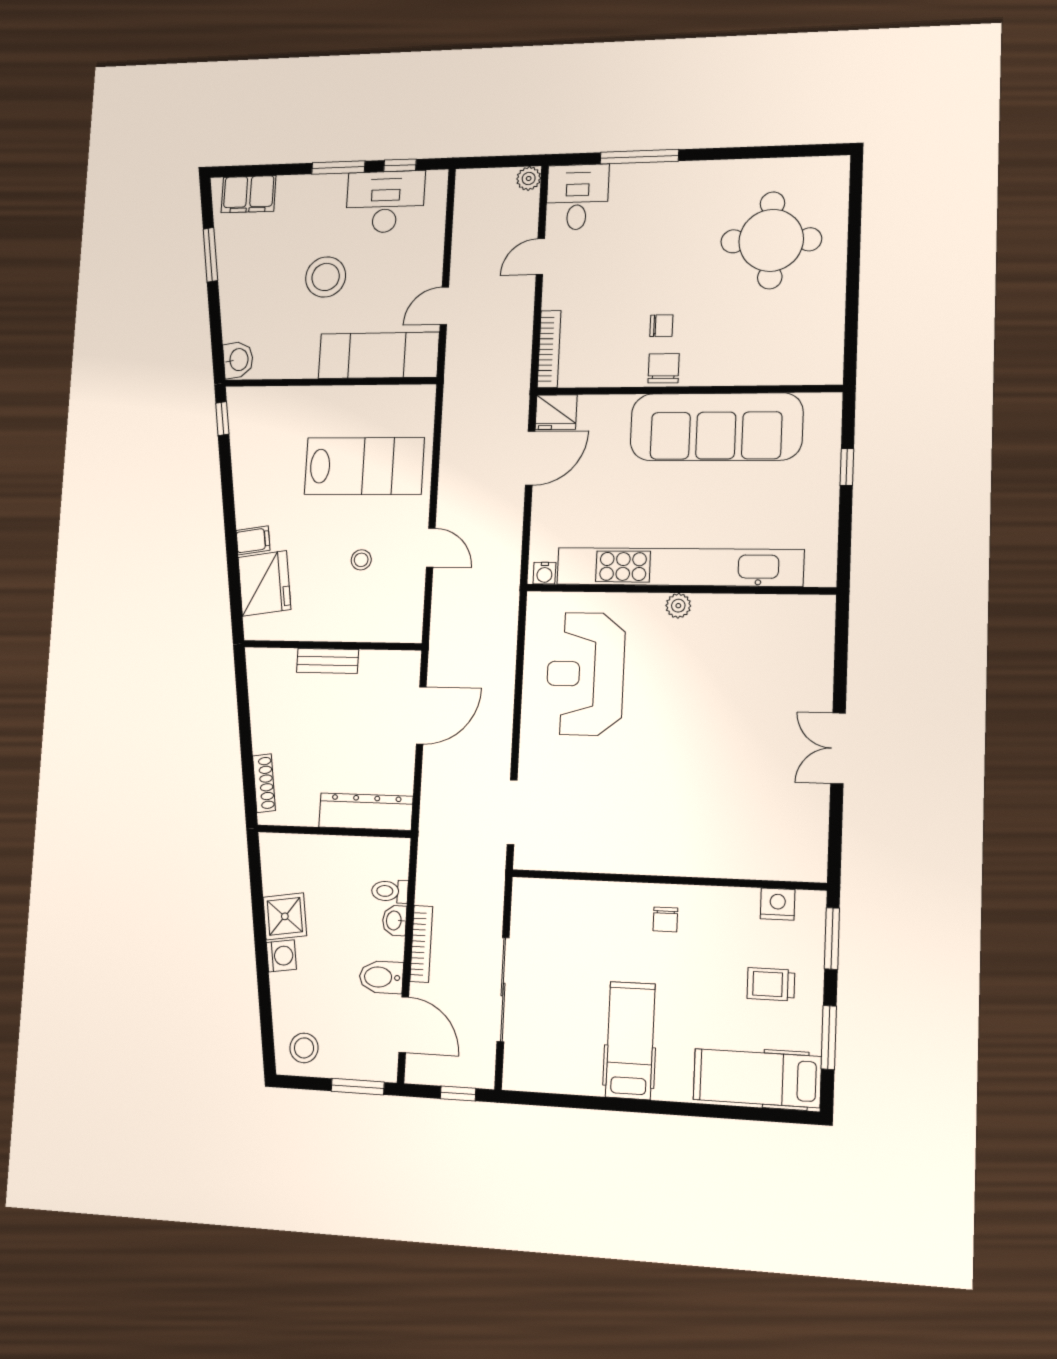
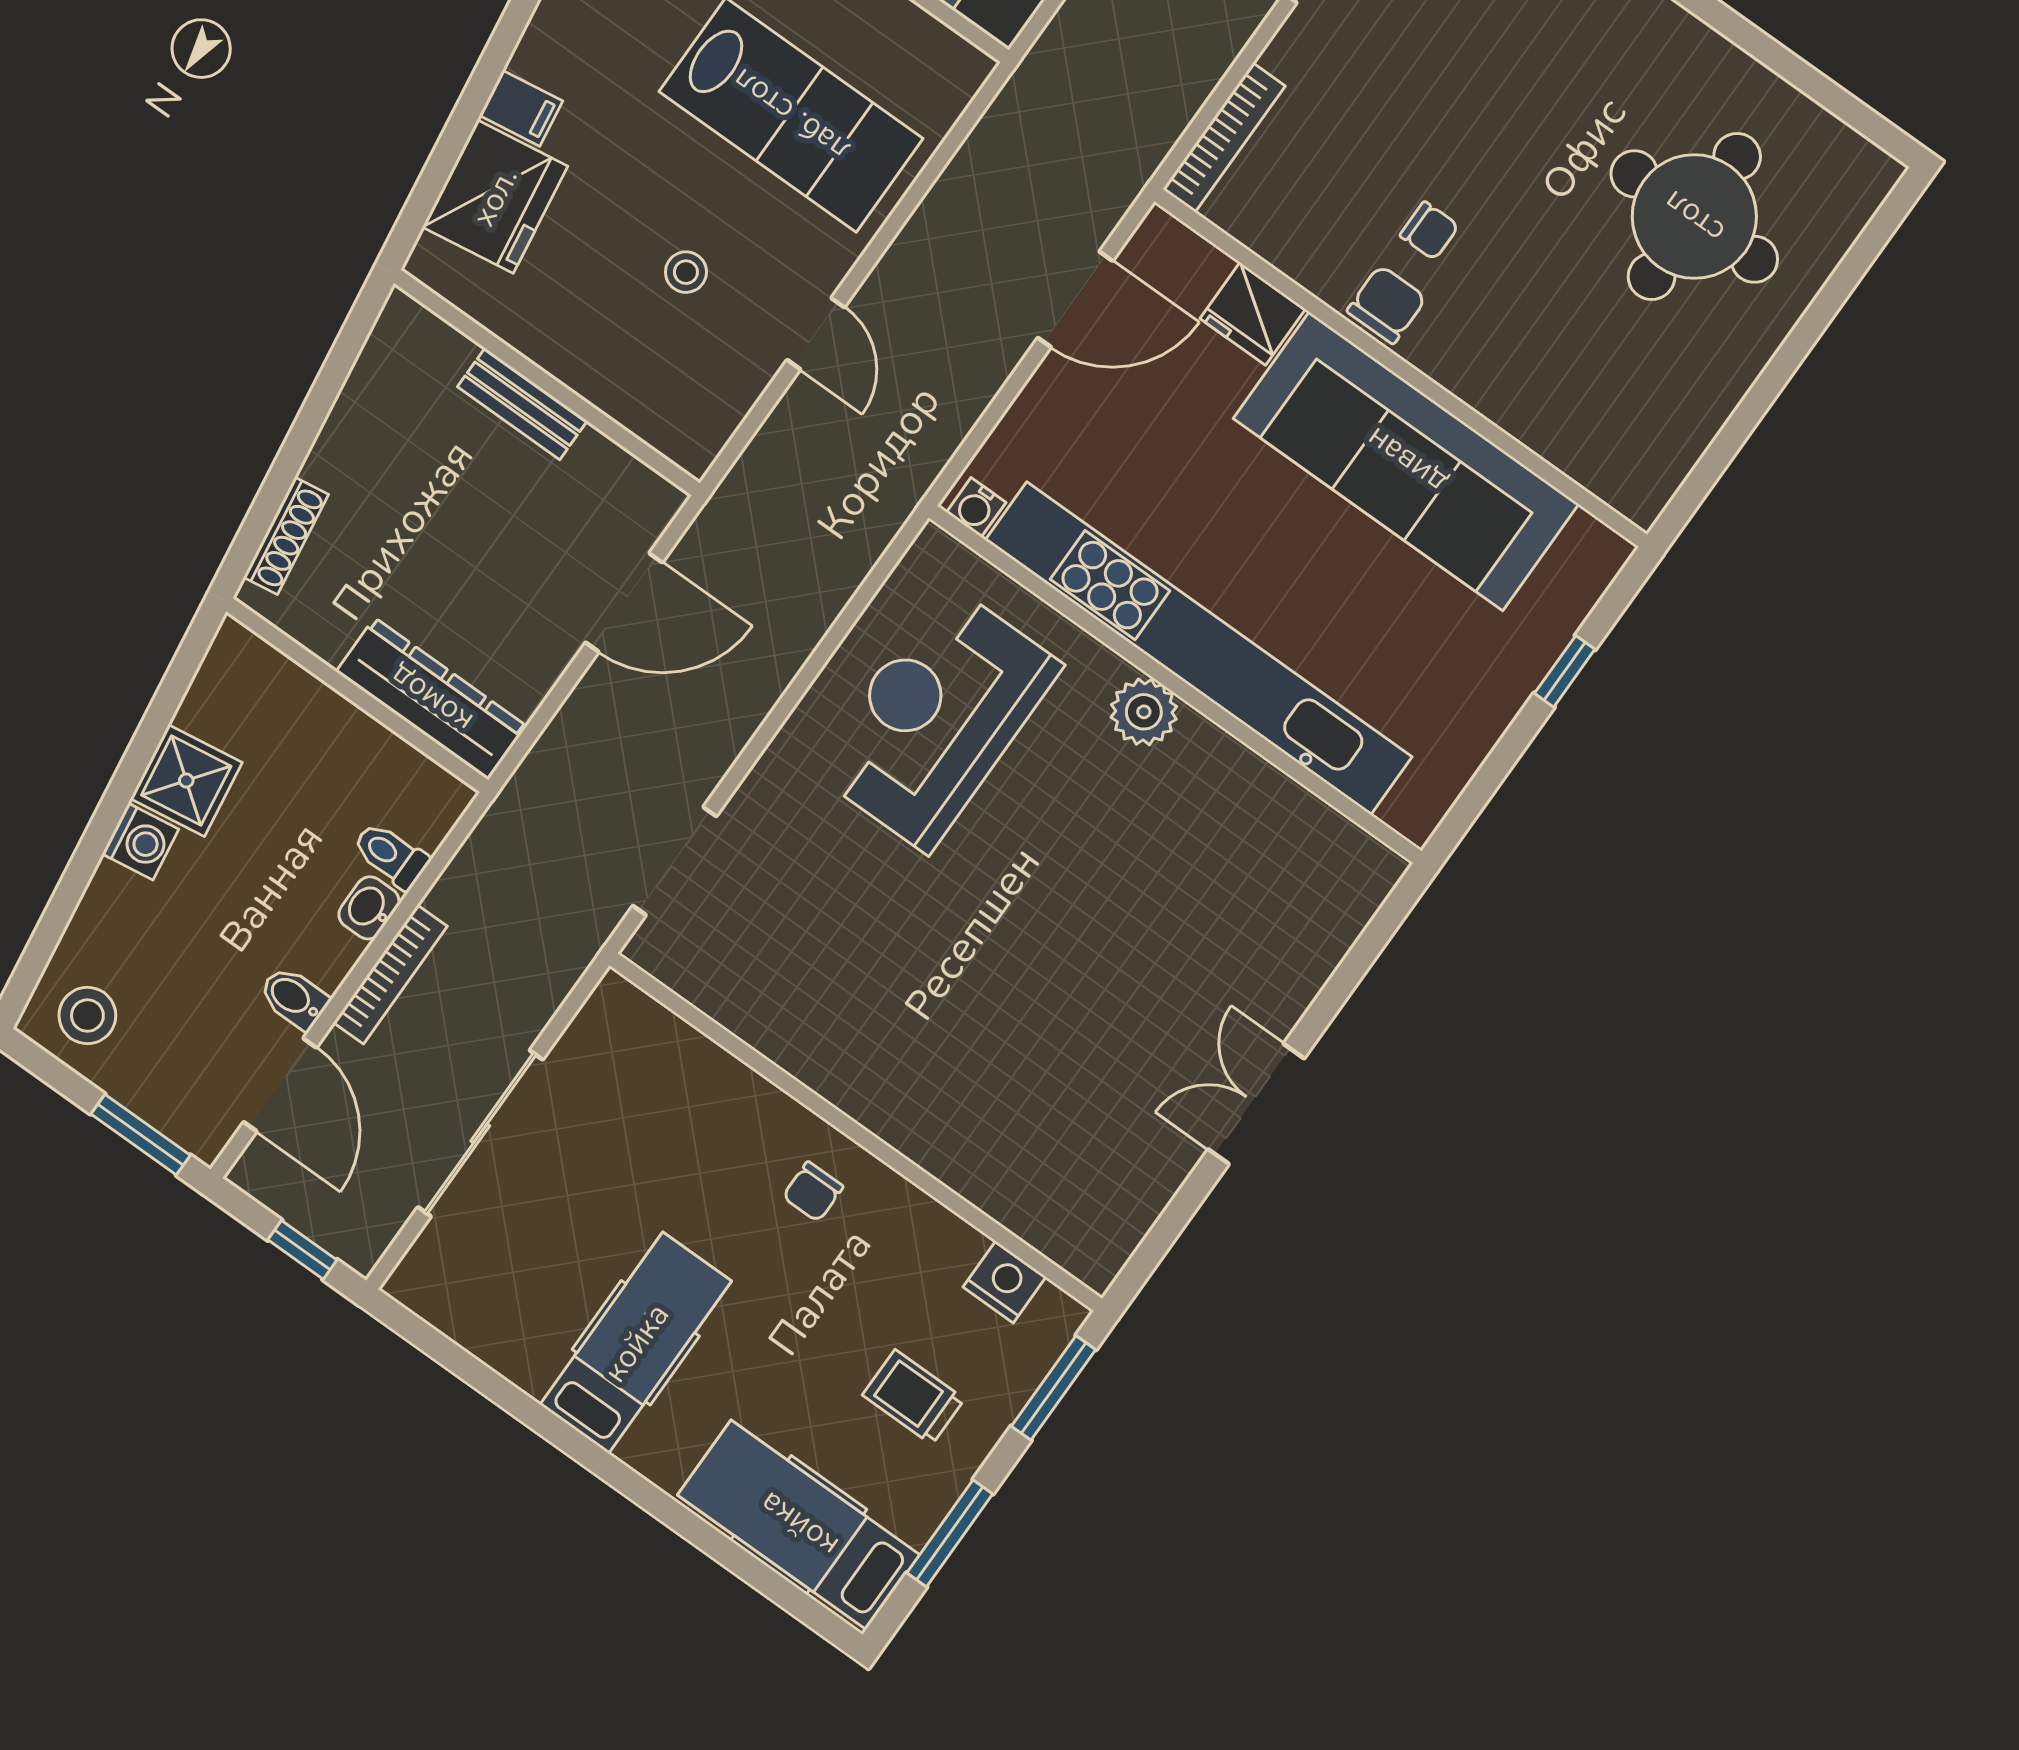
fridge: (556, 412) -> (1253, 314), moved
plant: (678, 606) -> (1144, 712), width x1.38, depth x1.38
bidet: (381, 977) -> (294, 998), width x0.72, depth x0.74

